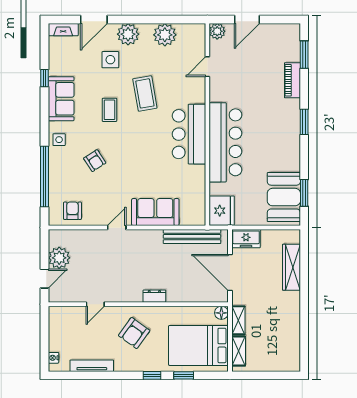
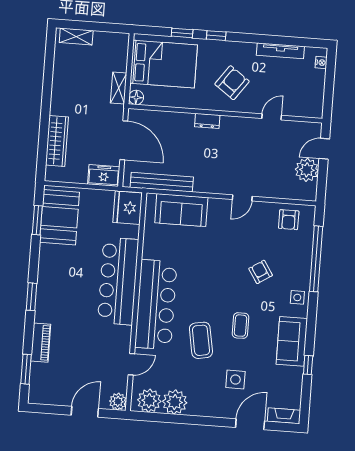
plant: (128, 34) -> (149, 401), moved
bar counter: (189, 134) -> (156, 305), width x1.36
sofa: (155, 212) -> (181, 210), moved
shelving: (239, 351) -> (76, 36), moved, turned 90

